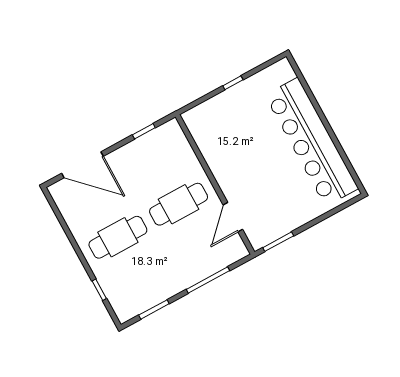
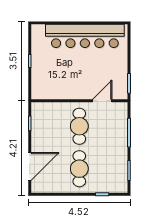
door: (233, 217) -> (102, 101), swing flipped

